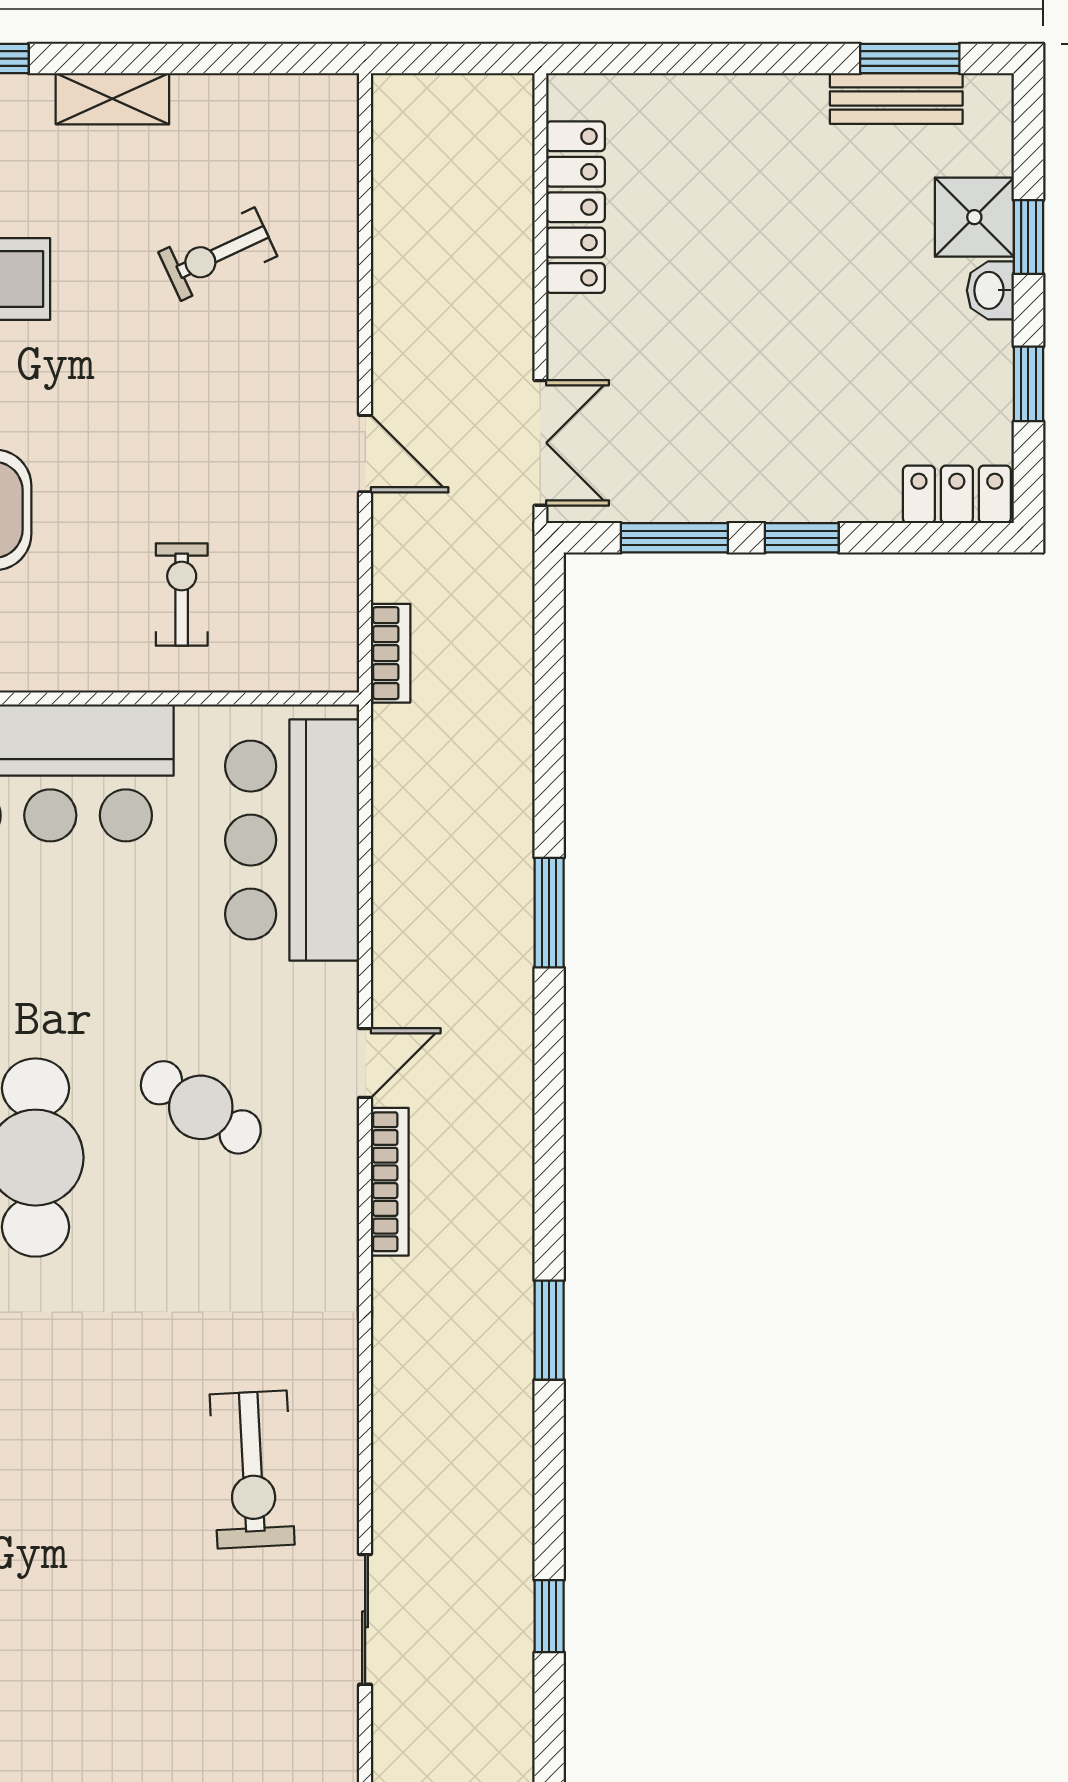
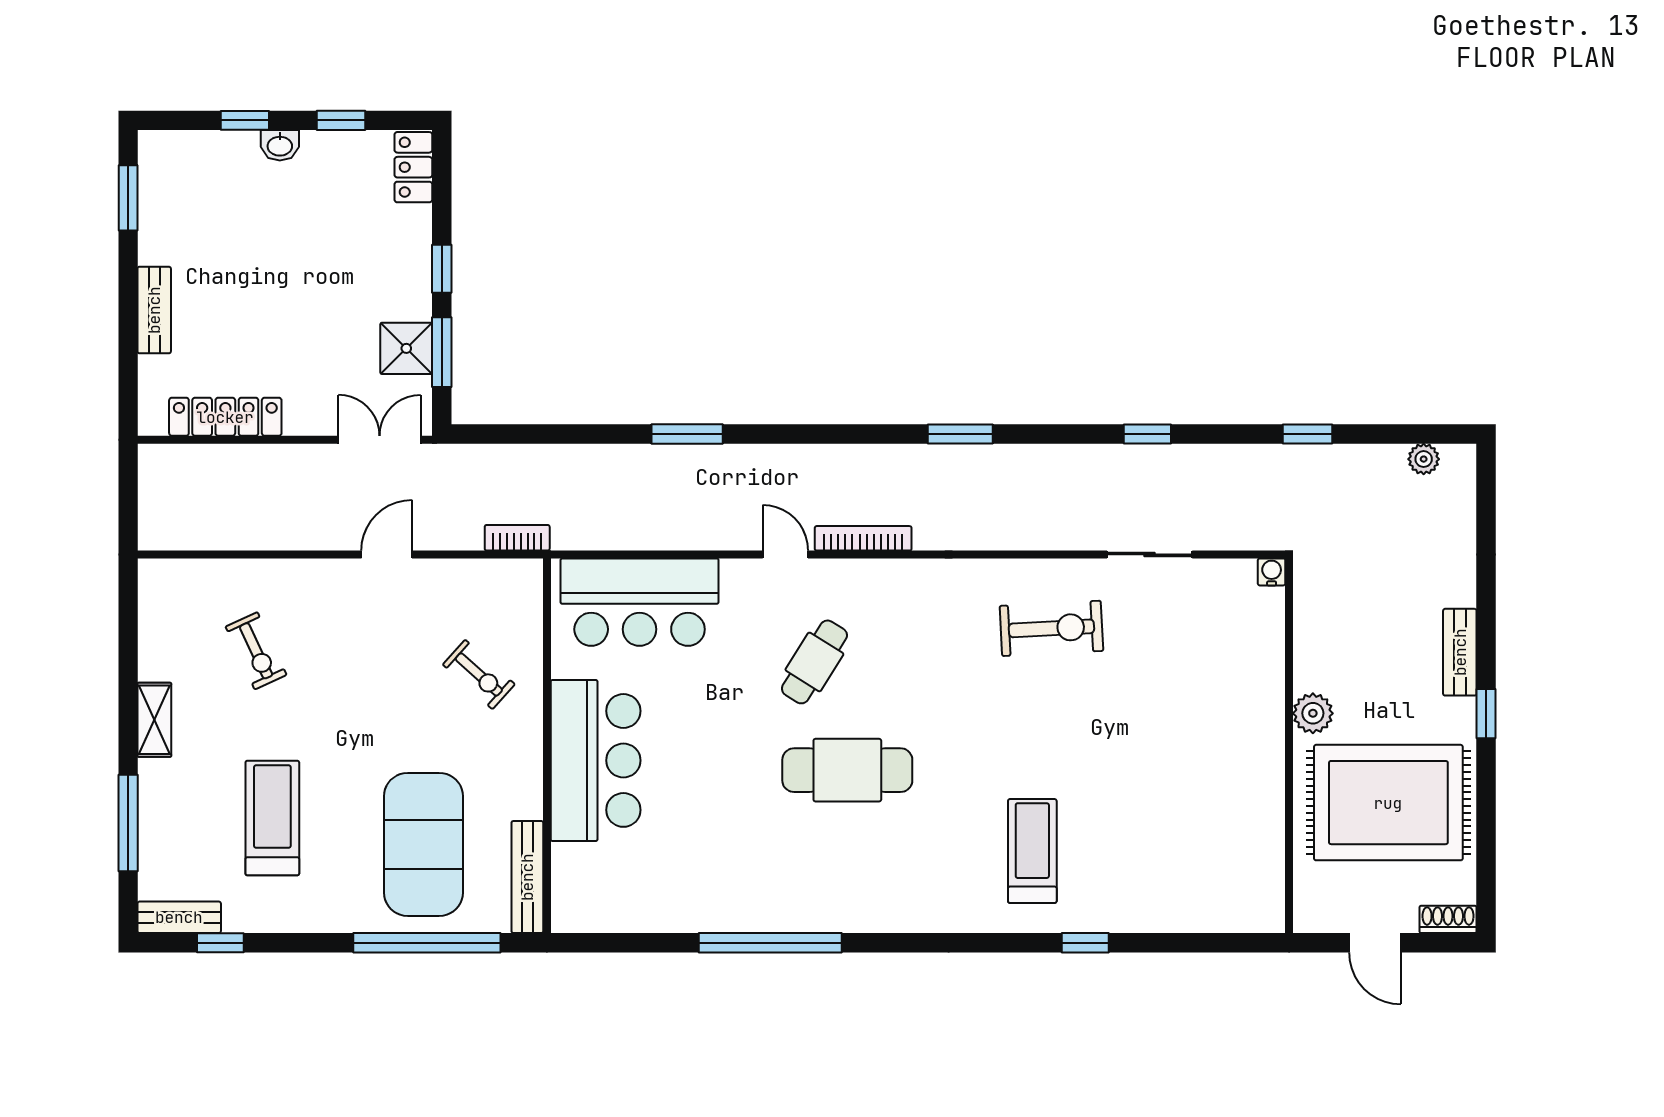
bench: (896, 98) -> (154, 310), moved
shower: (974, 217) -> (406, 348), moved
exercise bike: (182, 595) -> (479, 674), turned -138

